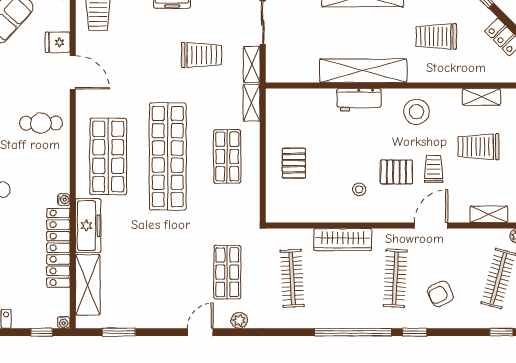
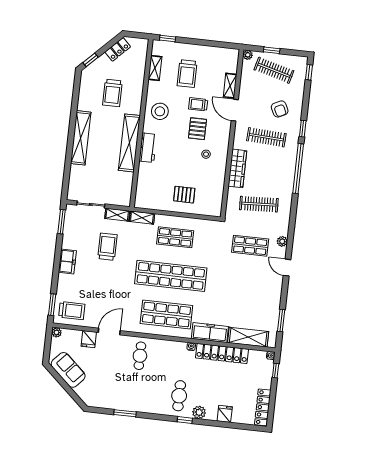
shelving: (489, 214) -> (230, 86), moved

